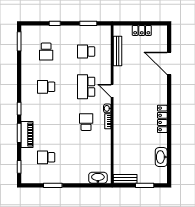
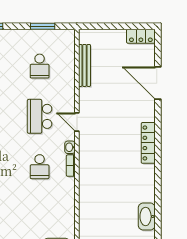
locker: (142, 30) -> (141, 36), moved
school desk: (86, 51) -> (40, 66), turned -90
locker: (162, 119) -> (148, 143), moved
school desk: (86, 122) -> (40, 167), turned 180

